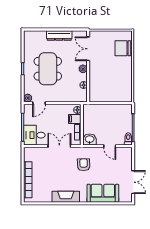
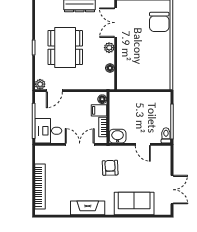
chair: (123, 48) -> (159, 22), turned -90

